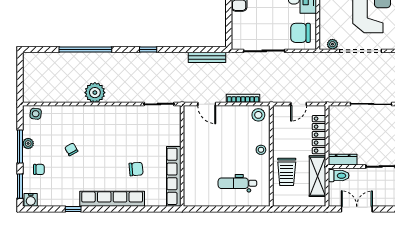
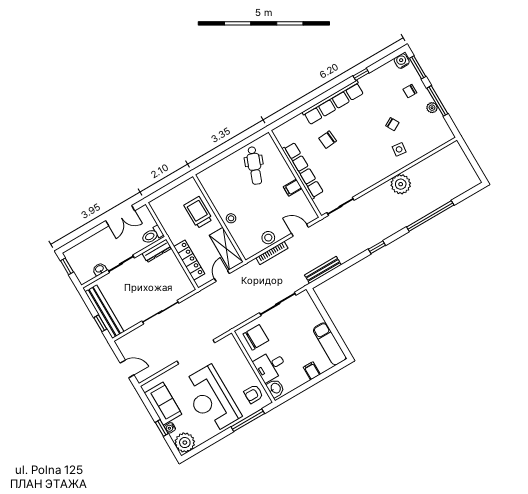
plant: (332, 44) -> (223, 344), removed
side table: (36, 114) -> (399, 149), moved
stool: (258, 115) -> (268, 238), moved
filing cabinet: (191, 145) -> (293, 188), added
row of seats: (174, 176) -> (303, 171), moved
shelving: (318, 176) -> (226, 249), moved
dental chair: (237, 183) -> (254, 166), moved, turned 111

